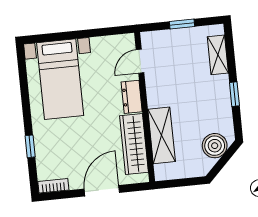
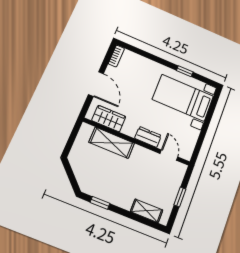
window: (234, 94) -> (100, 203), moved
wardrobe: (134, 144) -> (109, 119), width x0.67
window: (30, 146) -> (185, 71), moved
boiler: (215, 146) -> (85, 175), removed

